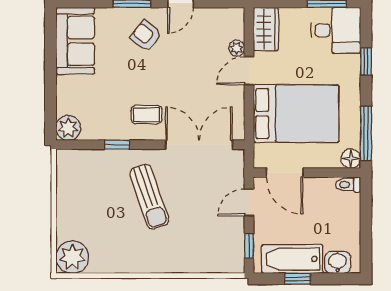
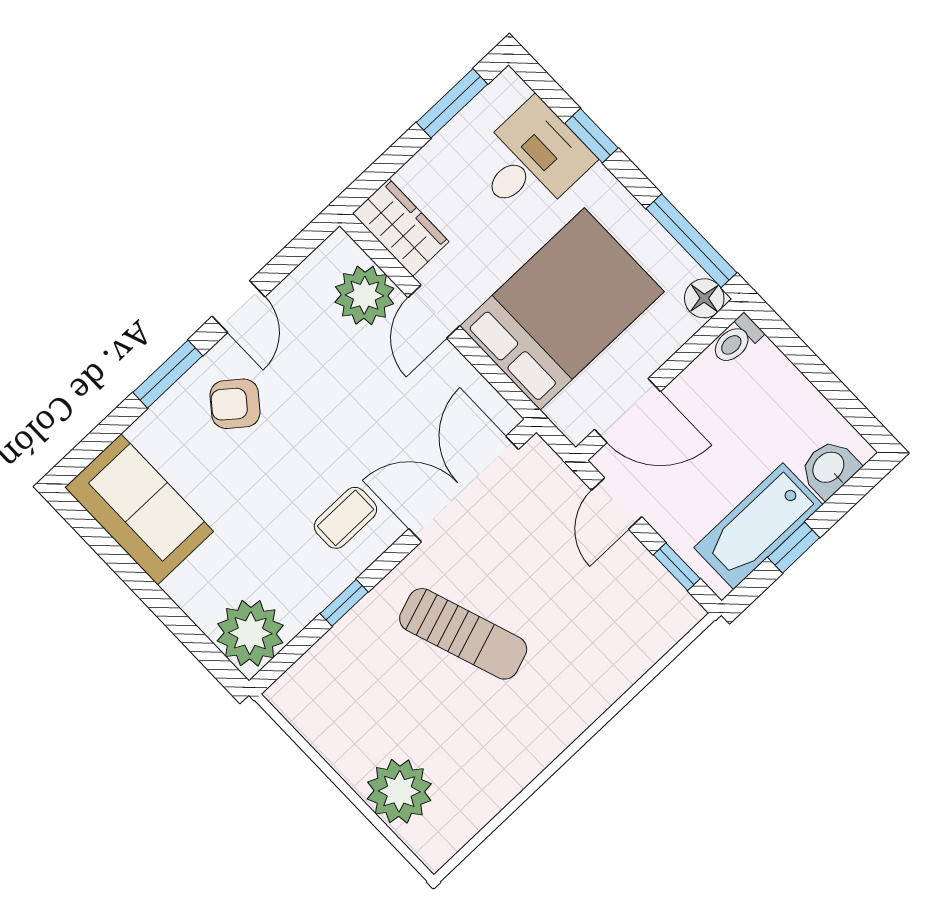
desk: (336, 30) -> (531, 160), moved
plant: (237, 48) -> (364, 295), width x1.87, depth x1.87
plant: (68, 128) -> (250, 633), width x1.36, depth x1.36
plant: (72, 257) -> (399, 791), moved

